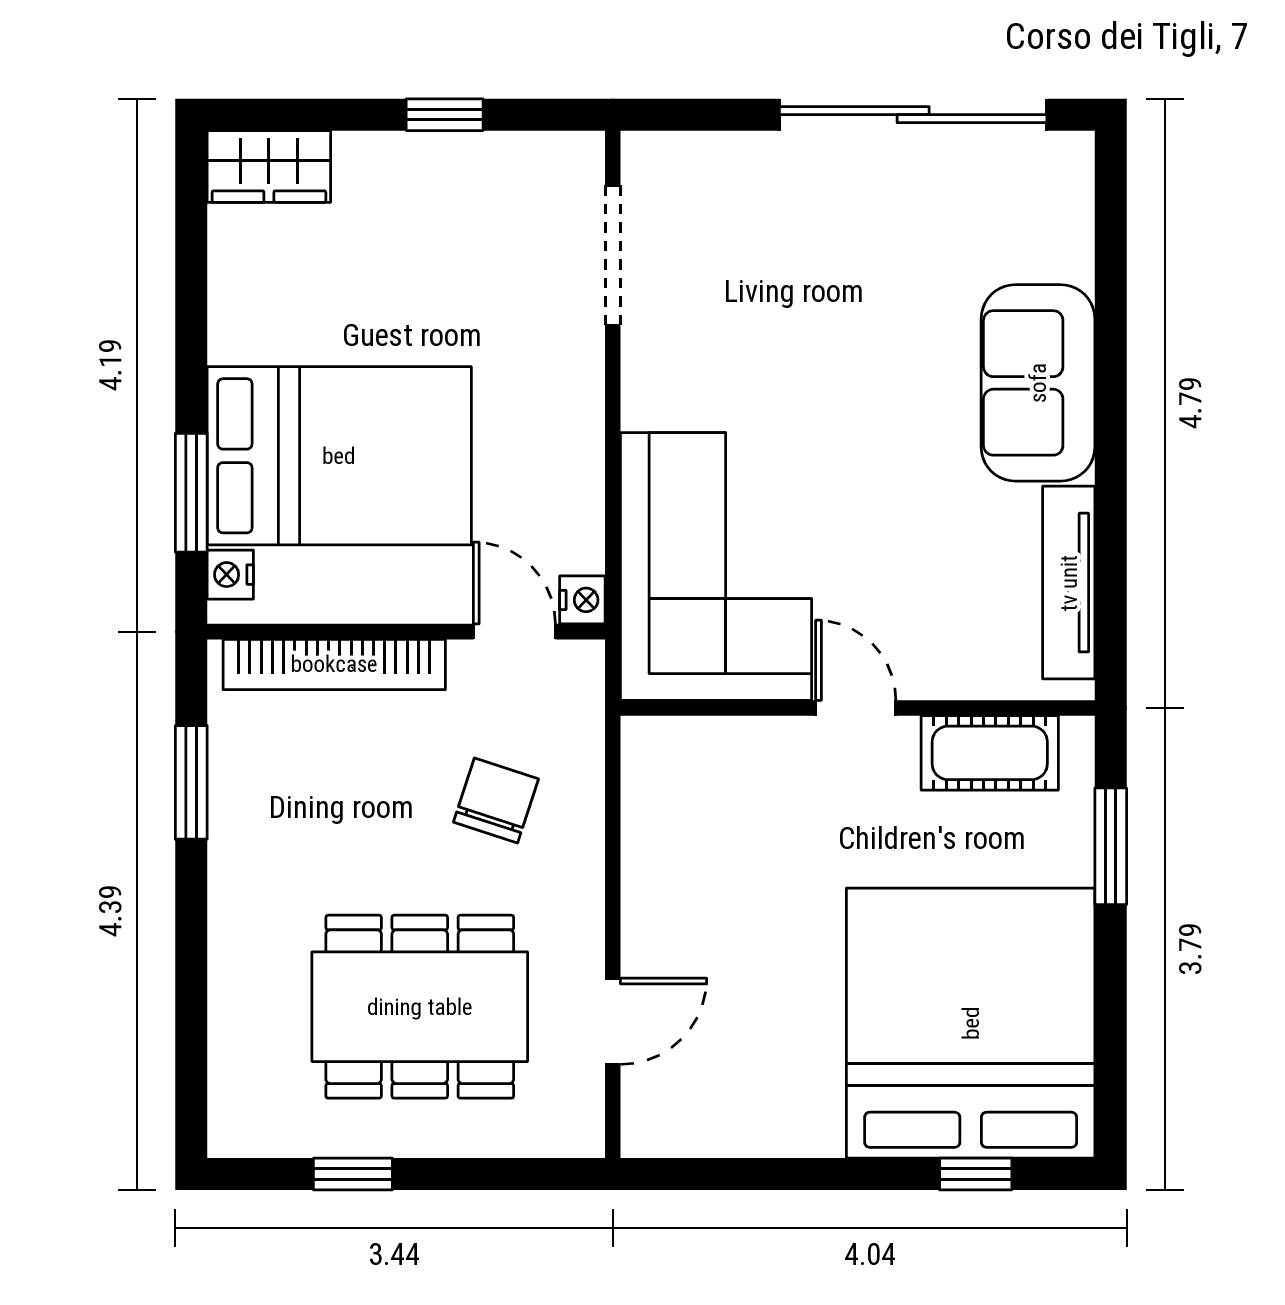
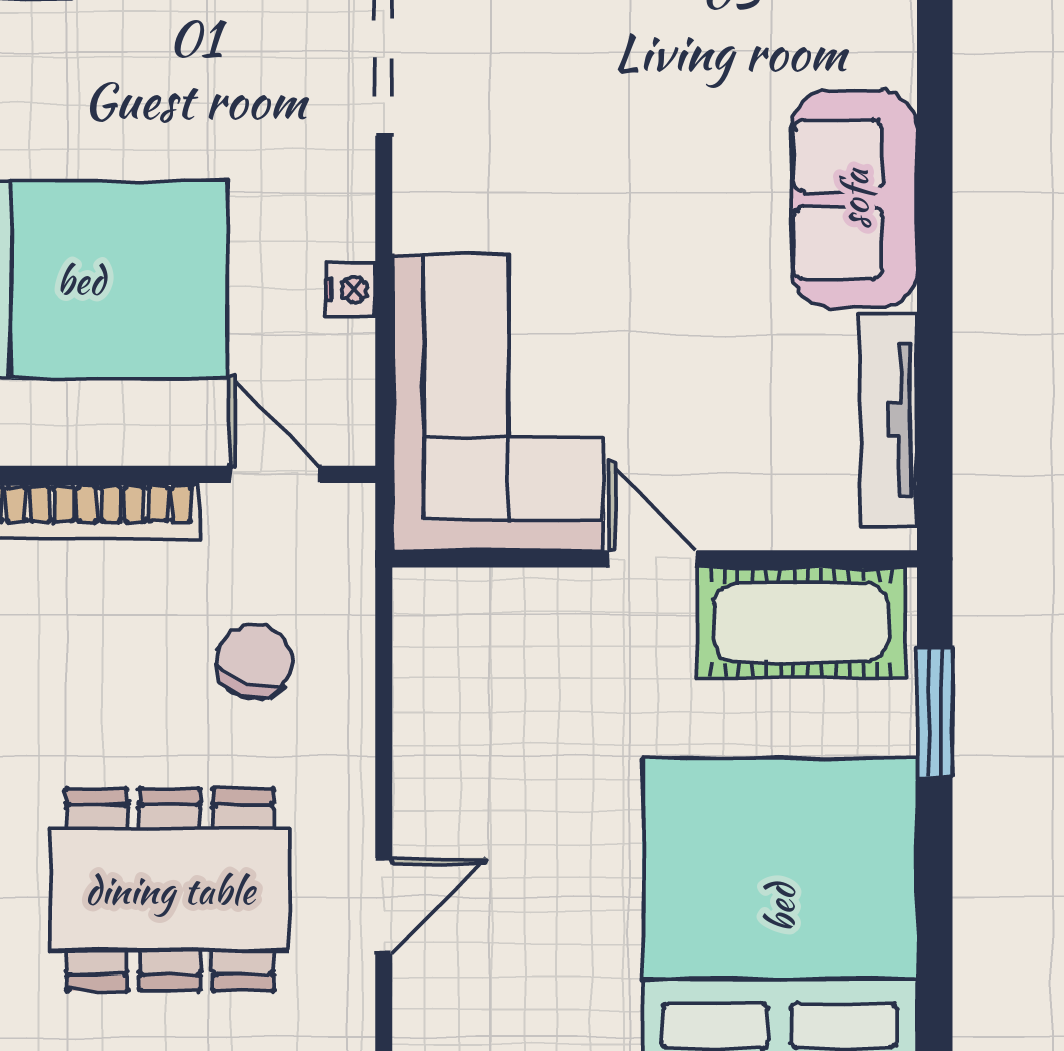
nightstand: (582, 600) -> (350, 289), moved
cot: (990, 753) -> (801, 623), width x1.37, depth x1.34

